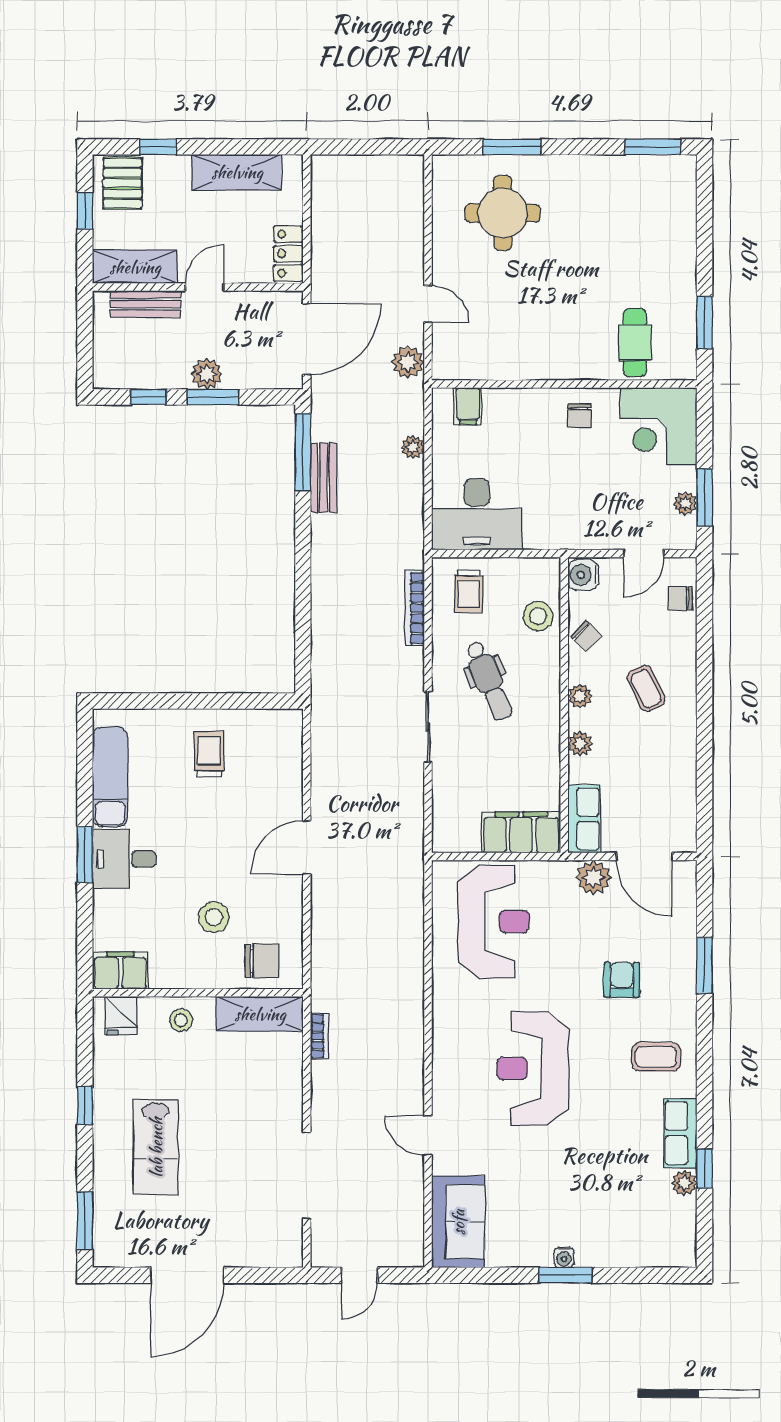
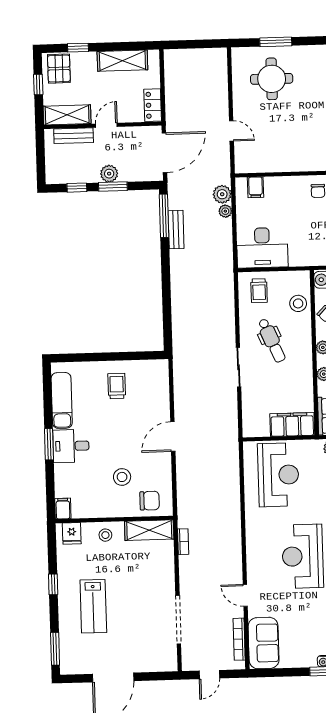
plant: (408, 362) -> (222, 194), moved
bookcase: (415, 608) -> (239, 639), moved
filing cabinet: (120, 970) -> (63, 509), width x0.50

